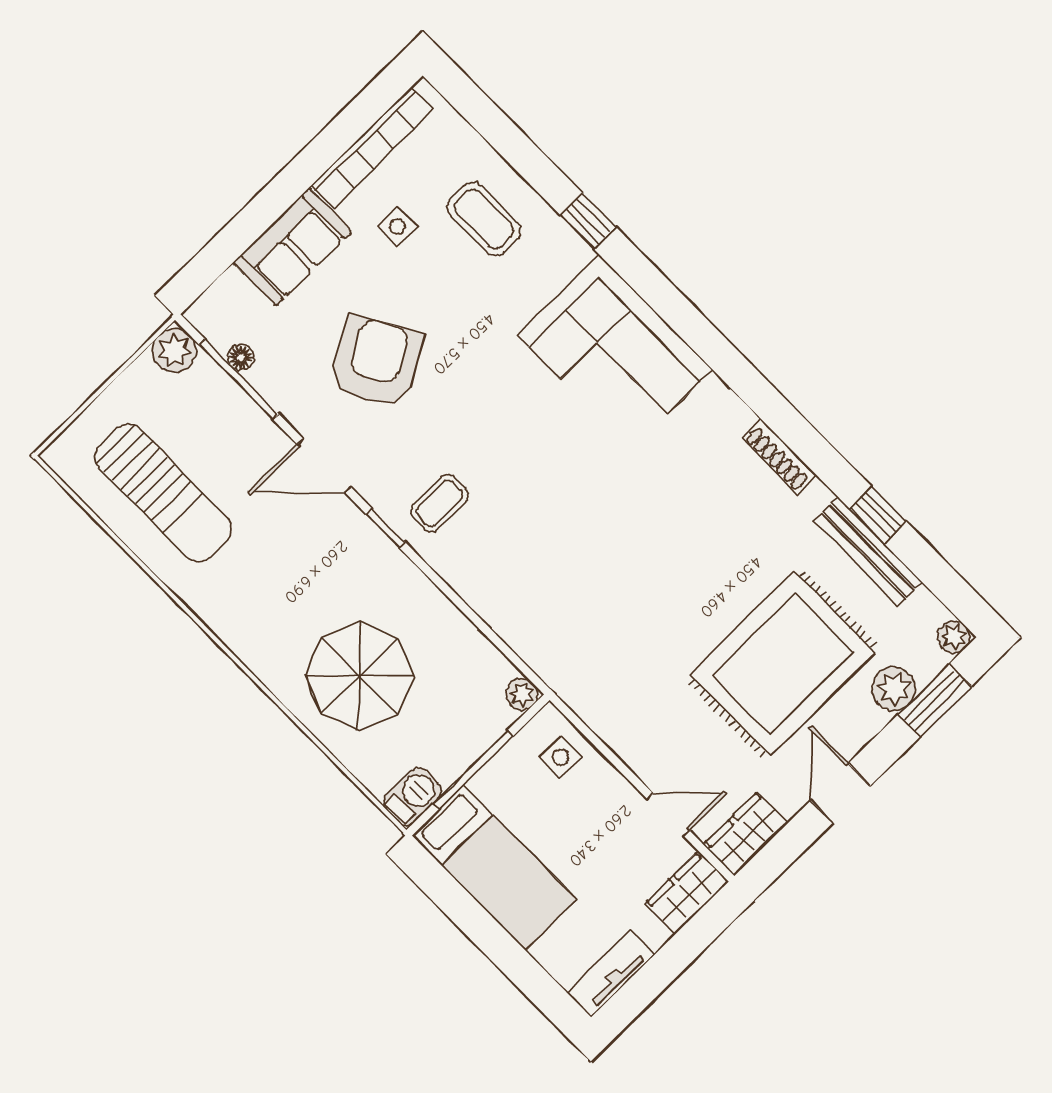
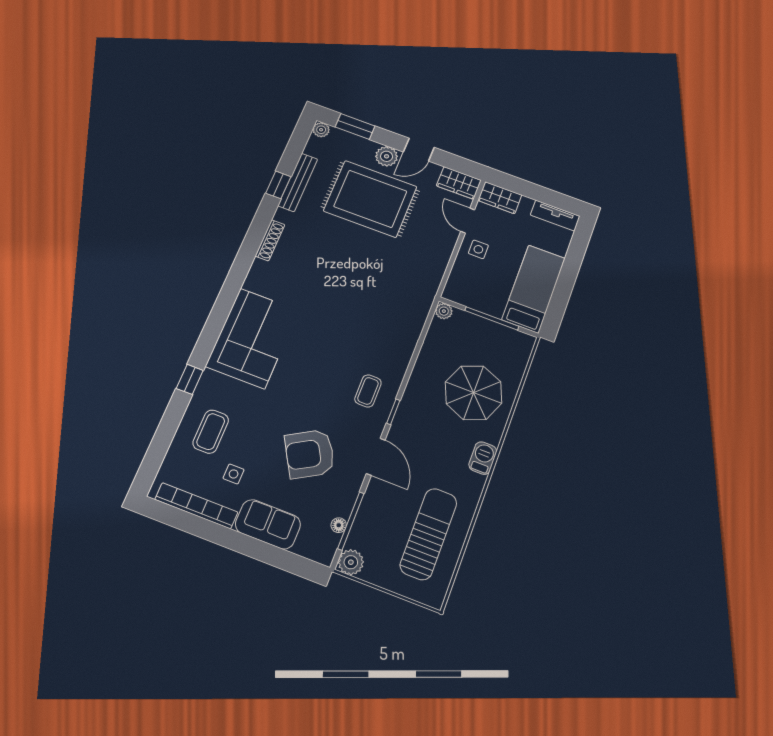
coffee table: (439, 503) -> (368, 391), turned 90
plant: (894, 689) -> (387, 156), moved
side table: (560, 757) -> (478, 249), moved
barbecue: (412, 797) -> (483, 458), moved, turned 90

